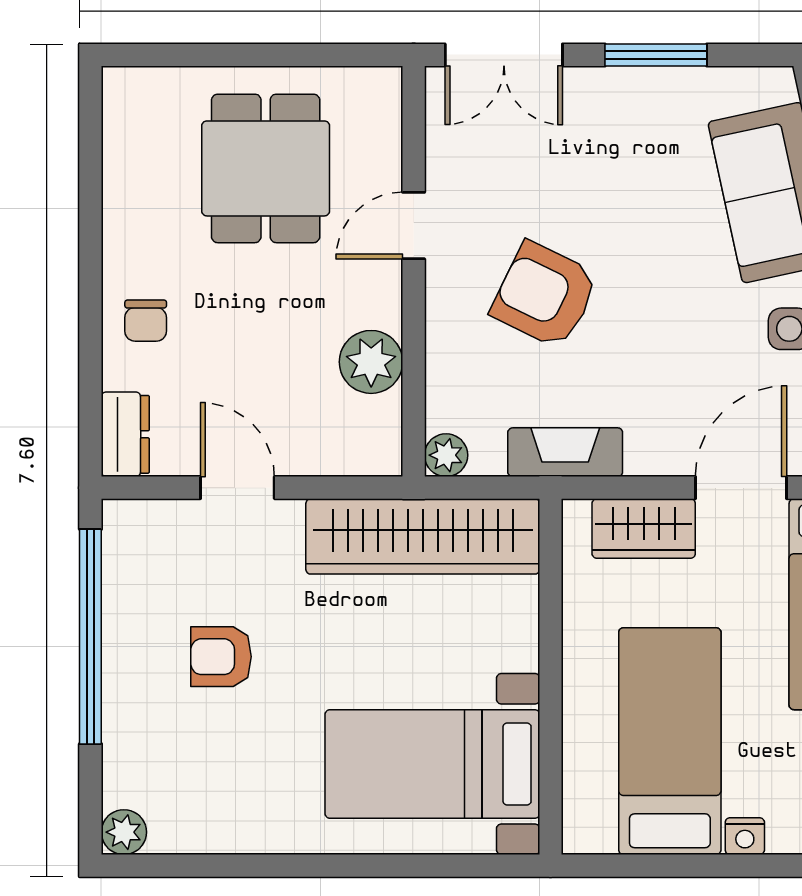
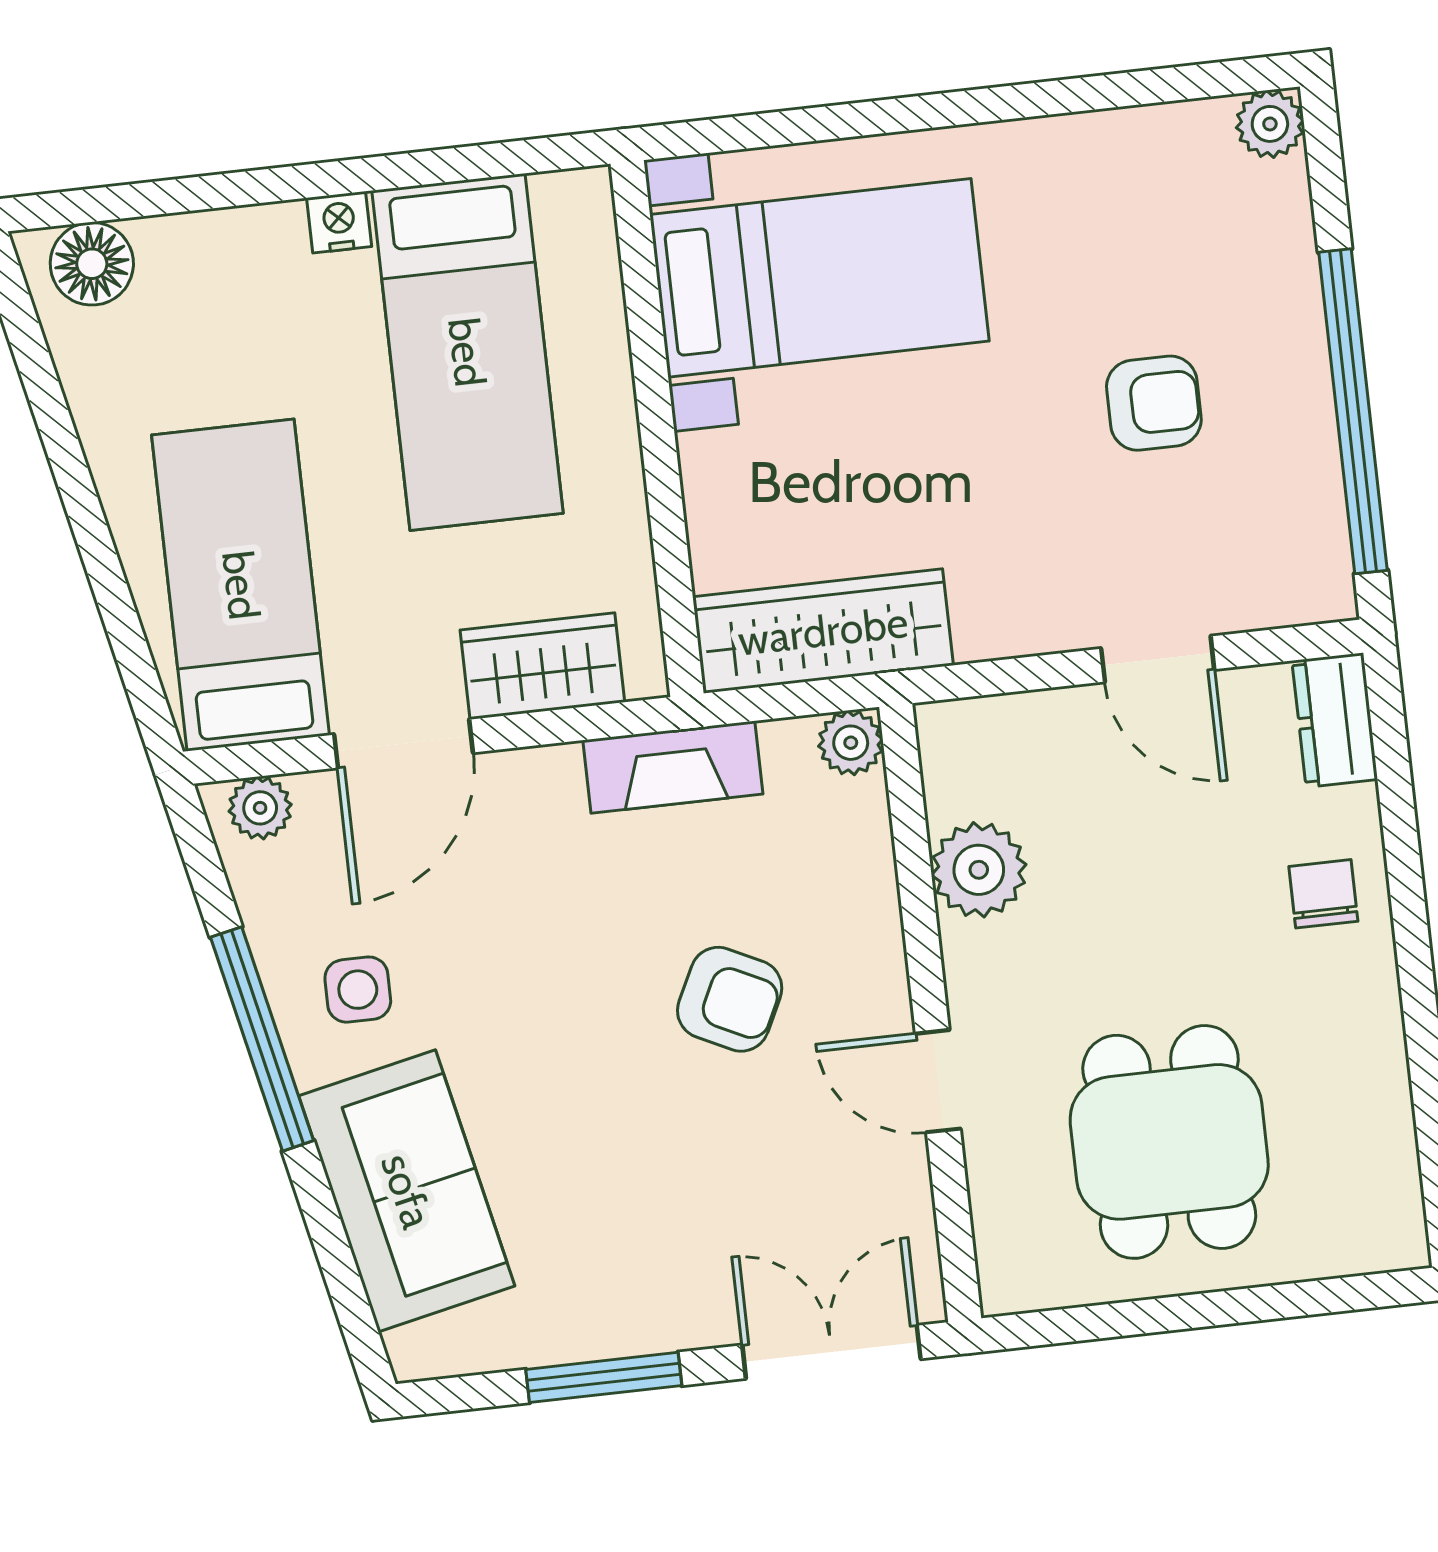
door: (414, 226) -> (938, 1081), swing flipped
armchair: (545, 295) -> (730, 999), width x0.72, depth x0.72
wardrobe: (423, 536) -> (823, 631), width x0.71, depth x0.85

